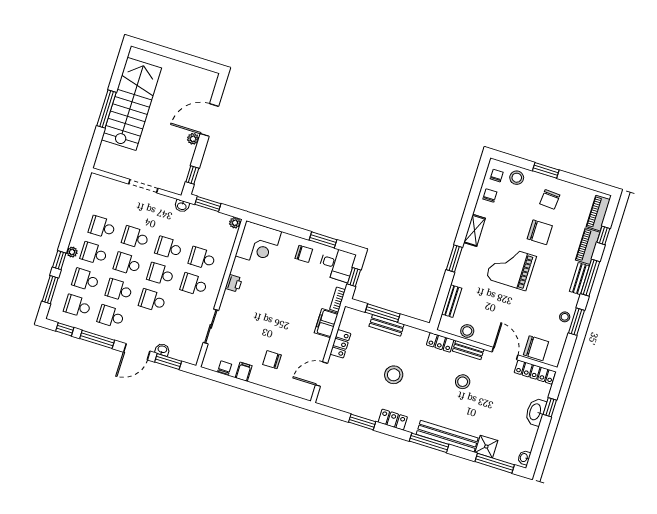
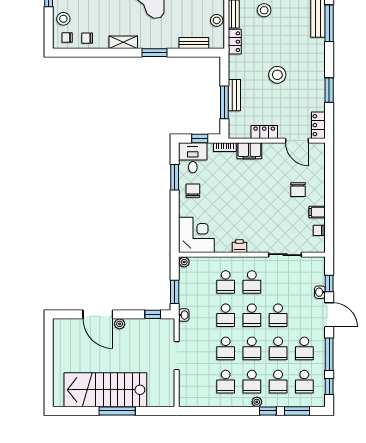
window: (168, 362) -> (329, 283), width x0.67
locker: (393, 420) -> (318, 125), moved

